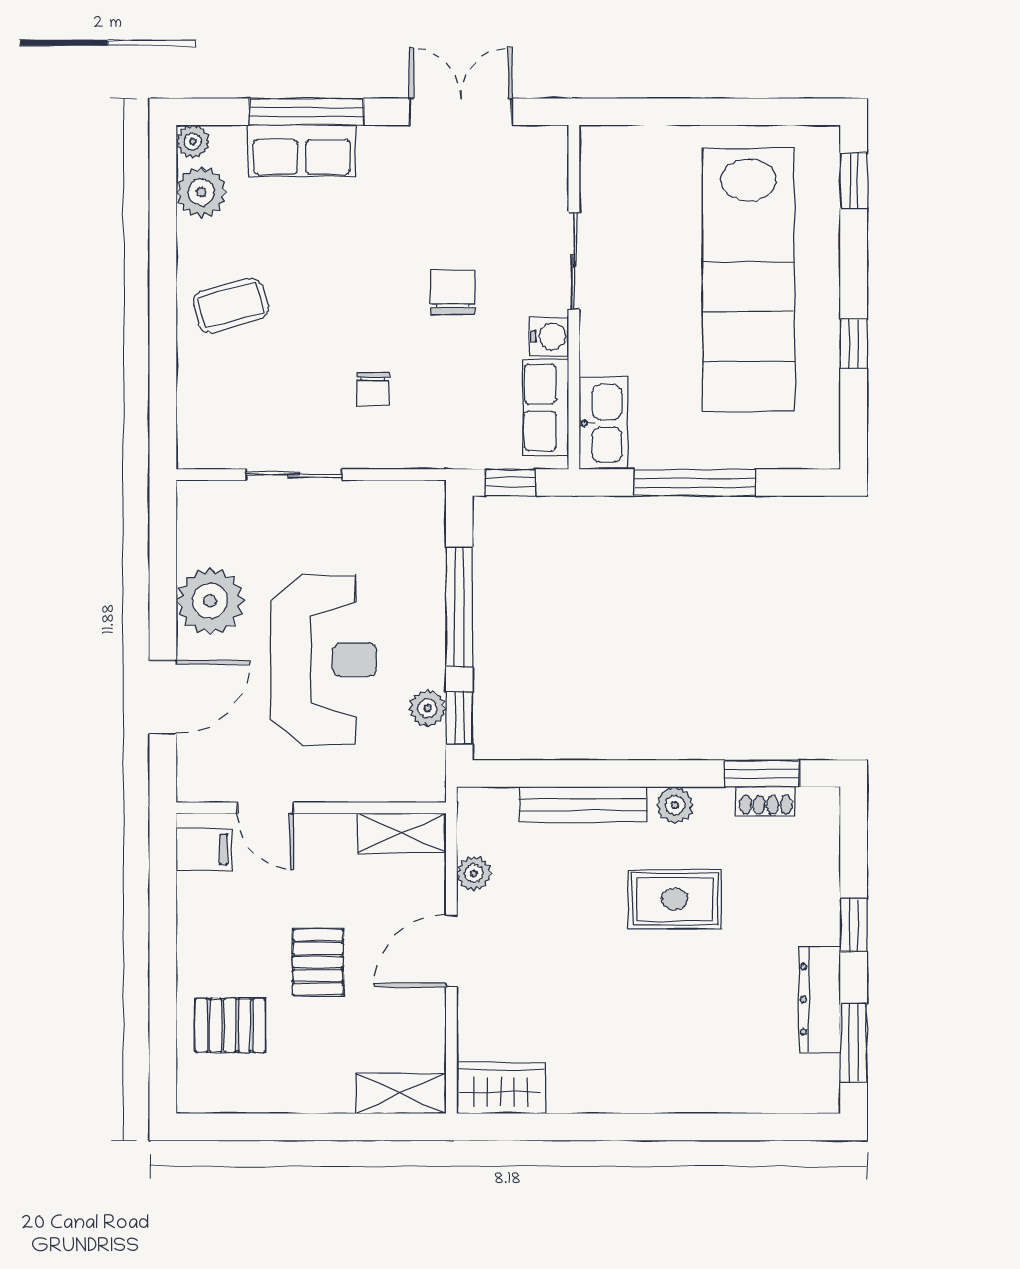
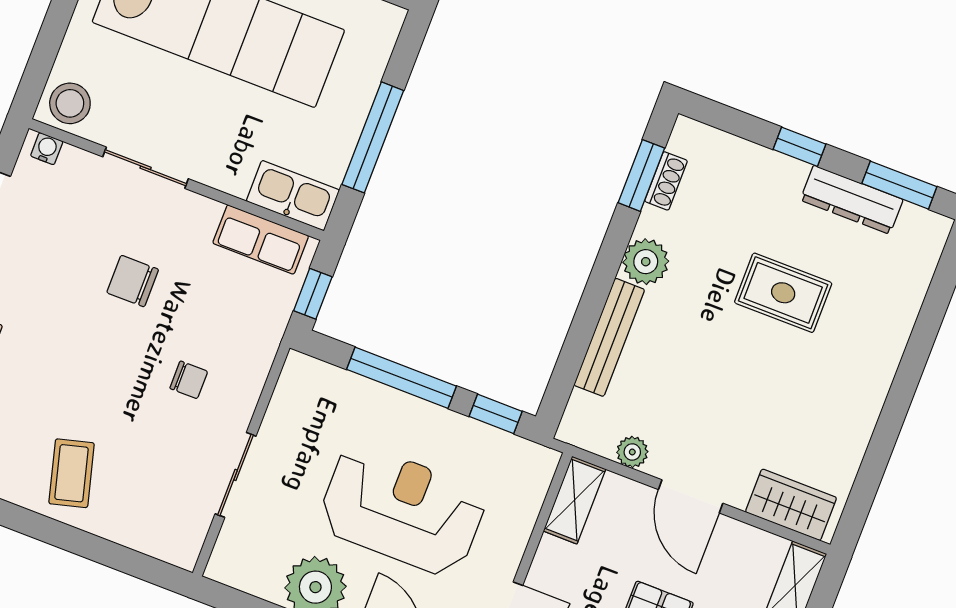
stool: (610, 158) -> (70, 103), added
water cooler: (549, 336) -> (47, 149), moved, width x0.72, depth x0.72
plant: (428, 708) -> (477, 437), removed
plant: (675, 805) -> (646, 262), width x1.38, depth x1.38
rug: (675, 899) -> (783, 293), moved, turned 90
wardrobe: (501, 1088) -> (791, 505), moved, turned 90

